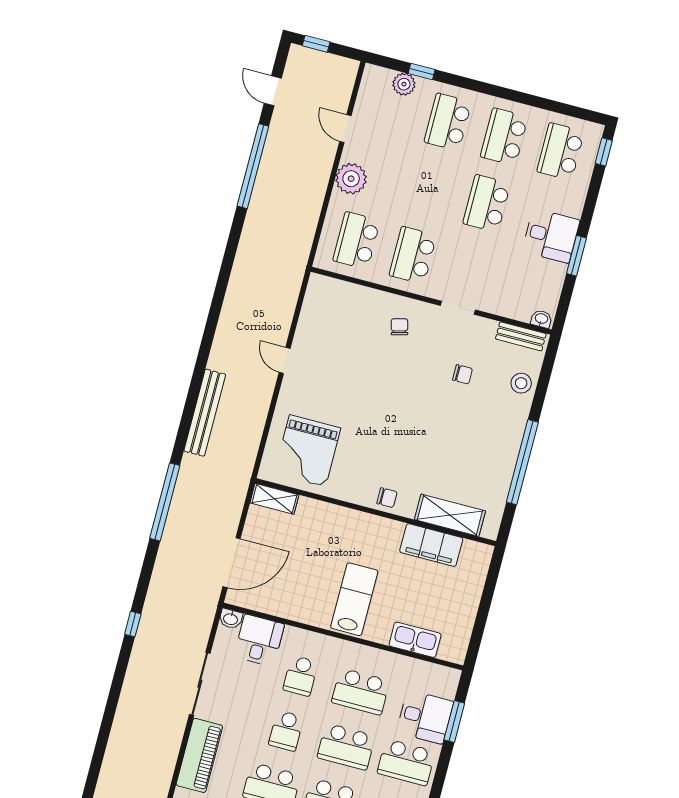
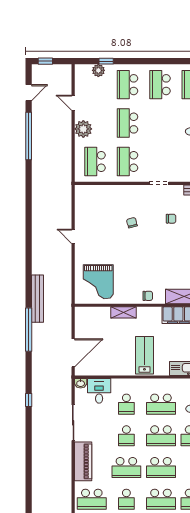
door: (273, 91) -> (29, 93), swing flipped
school desk: (487, 203) -> (127, 123), moved
chair: (399, 327) -> (132, 223), moved
bench: (205, 413) -> (37, 299), moved
shelving: (274, 499) -> (123, 312), moved

